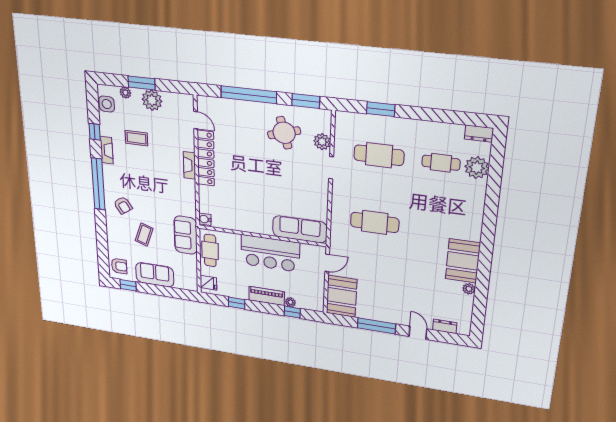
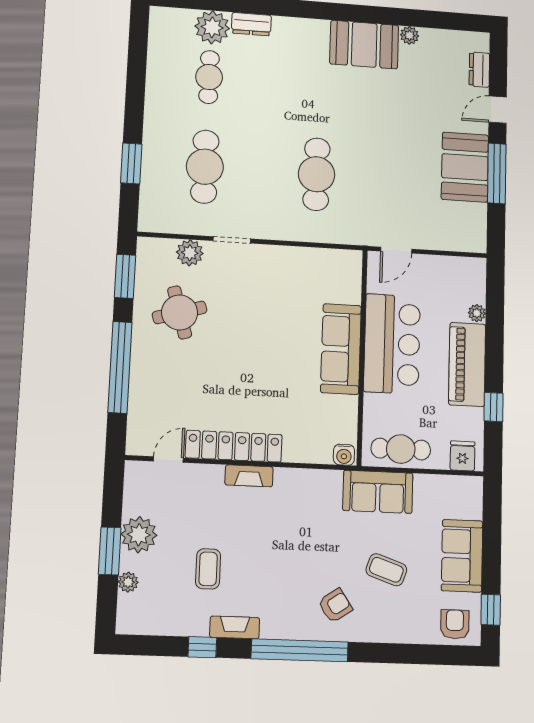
side table: (107, 104) -> (150, 619), removed
dresser: (479, 134) -> (251, 24), moved, turned 90
sofa: (300, 229) -> (341, 349), moved
door: (327, 263) -> (396, 250), swing flipped
piano: (267, 296) -> (467, 364), width x1.37, depth x1.33
booth: (342, 296) -> (465, 167), moved, turned 90
window: (292, 312) -> (495, 311), removed

